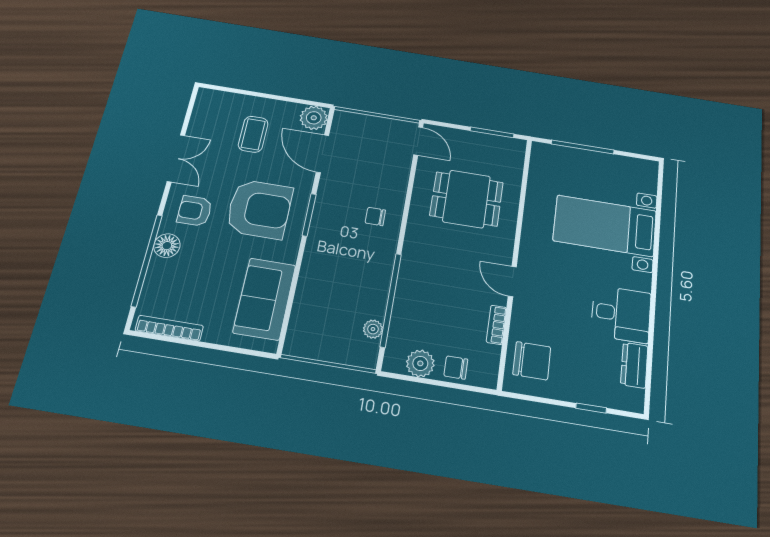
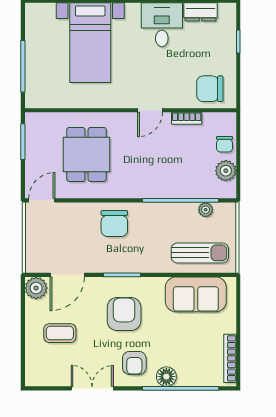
armchair: (259, 209) -> (124, 314), width x0.73, depth x0.73
chair: (375, 217) -> (114, 223), width x1.87, depth x1.87
sun lounger: (318, 313) -> (200, 253), added
chair: (532, 361) -> (210, 89), turned -90

